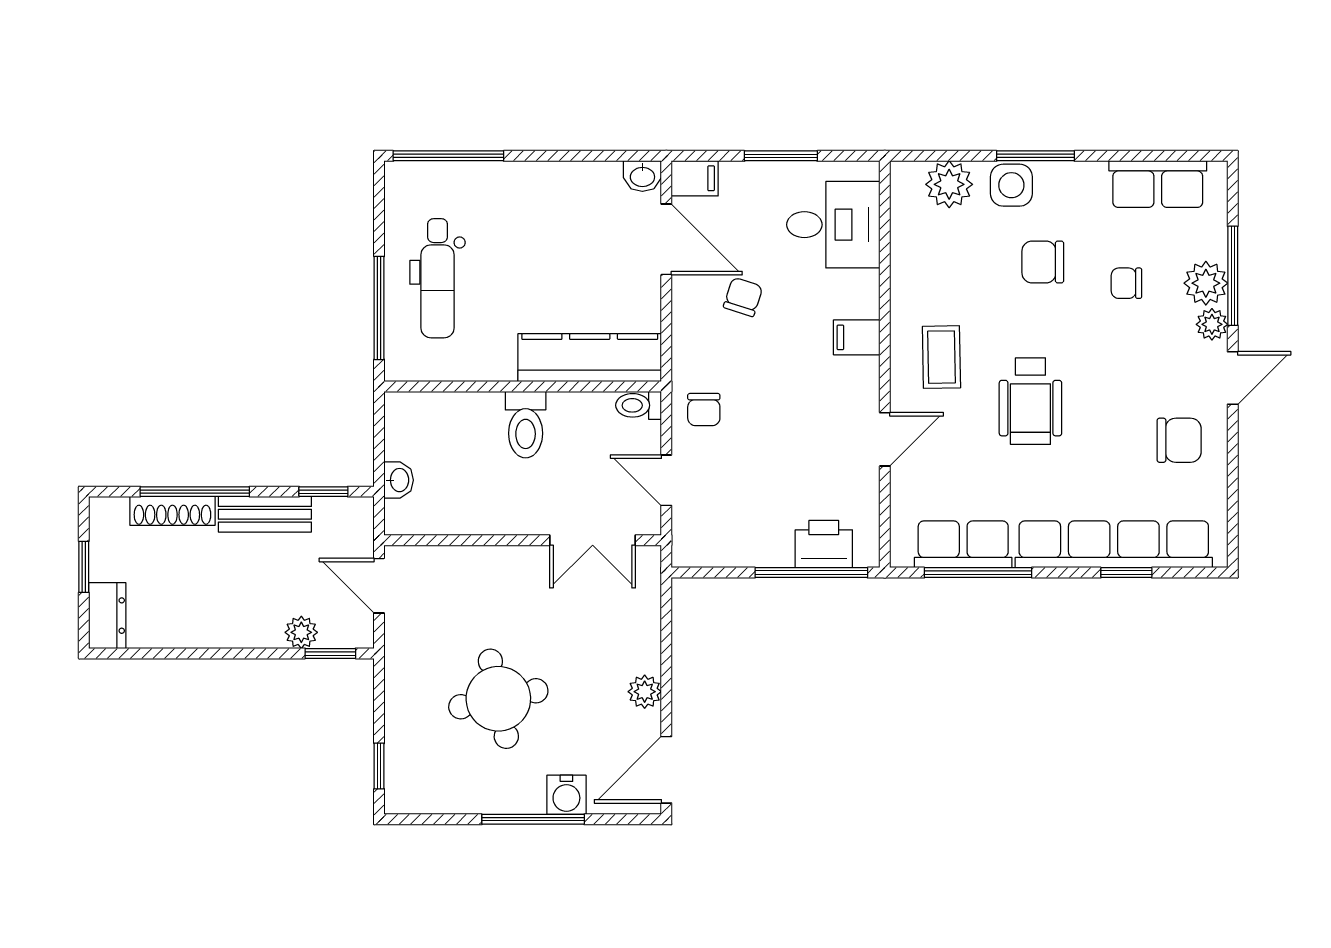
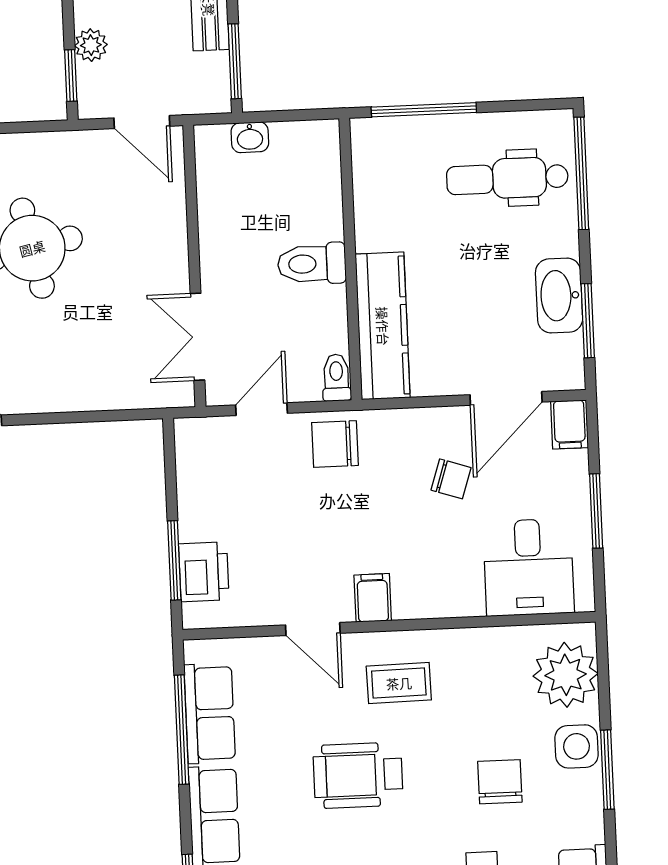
window: (594, 156) -> (588, 321), added
washbasin: (642, 176) -> (559, 296), moved, width x1.91, depth x1.45
plant: (949, 184) -> (566, 675), width x1.36, depth x1.36
dental chair: (438, 278) -> (507, 178), moved
filing cabinet: (857, 337) -> (373, 598), moved
chair: (704, 410) -> (335, 444), width x1.37, depth x1.37
window: (323, 492) -> (235, 61), width x1.50
window: (811, 573) -> (174, 560), width x0.69
door: (379, 586) -> (142, 122), swing flipped
plant: (645, 692) -> (46, 396), removed

